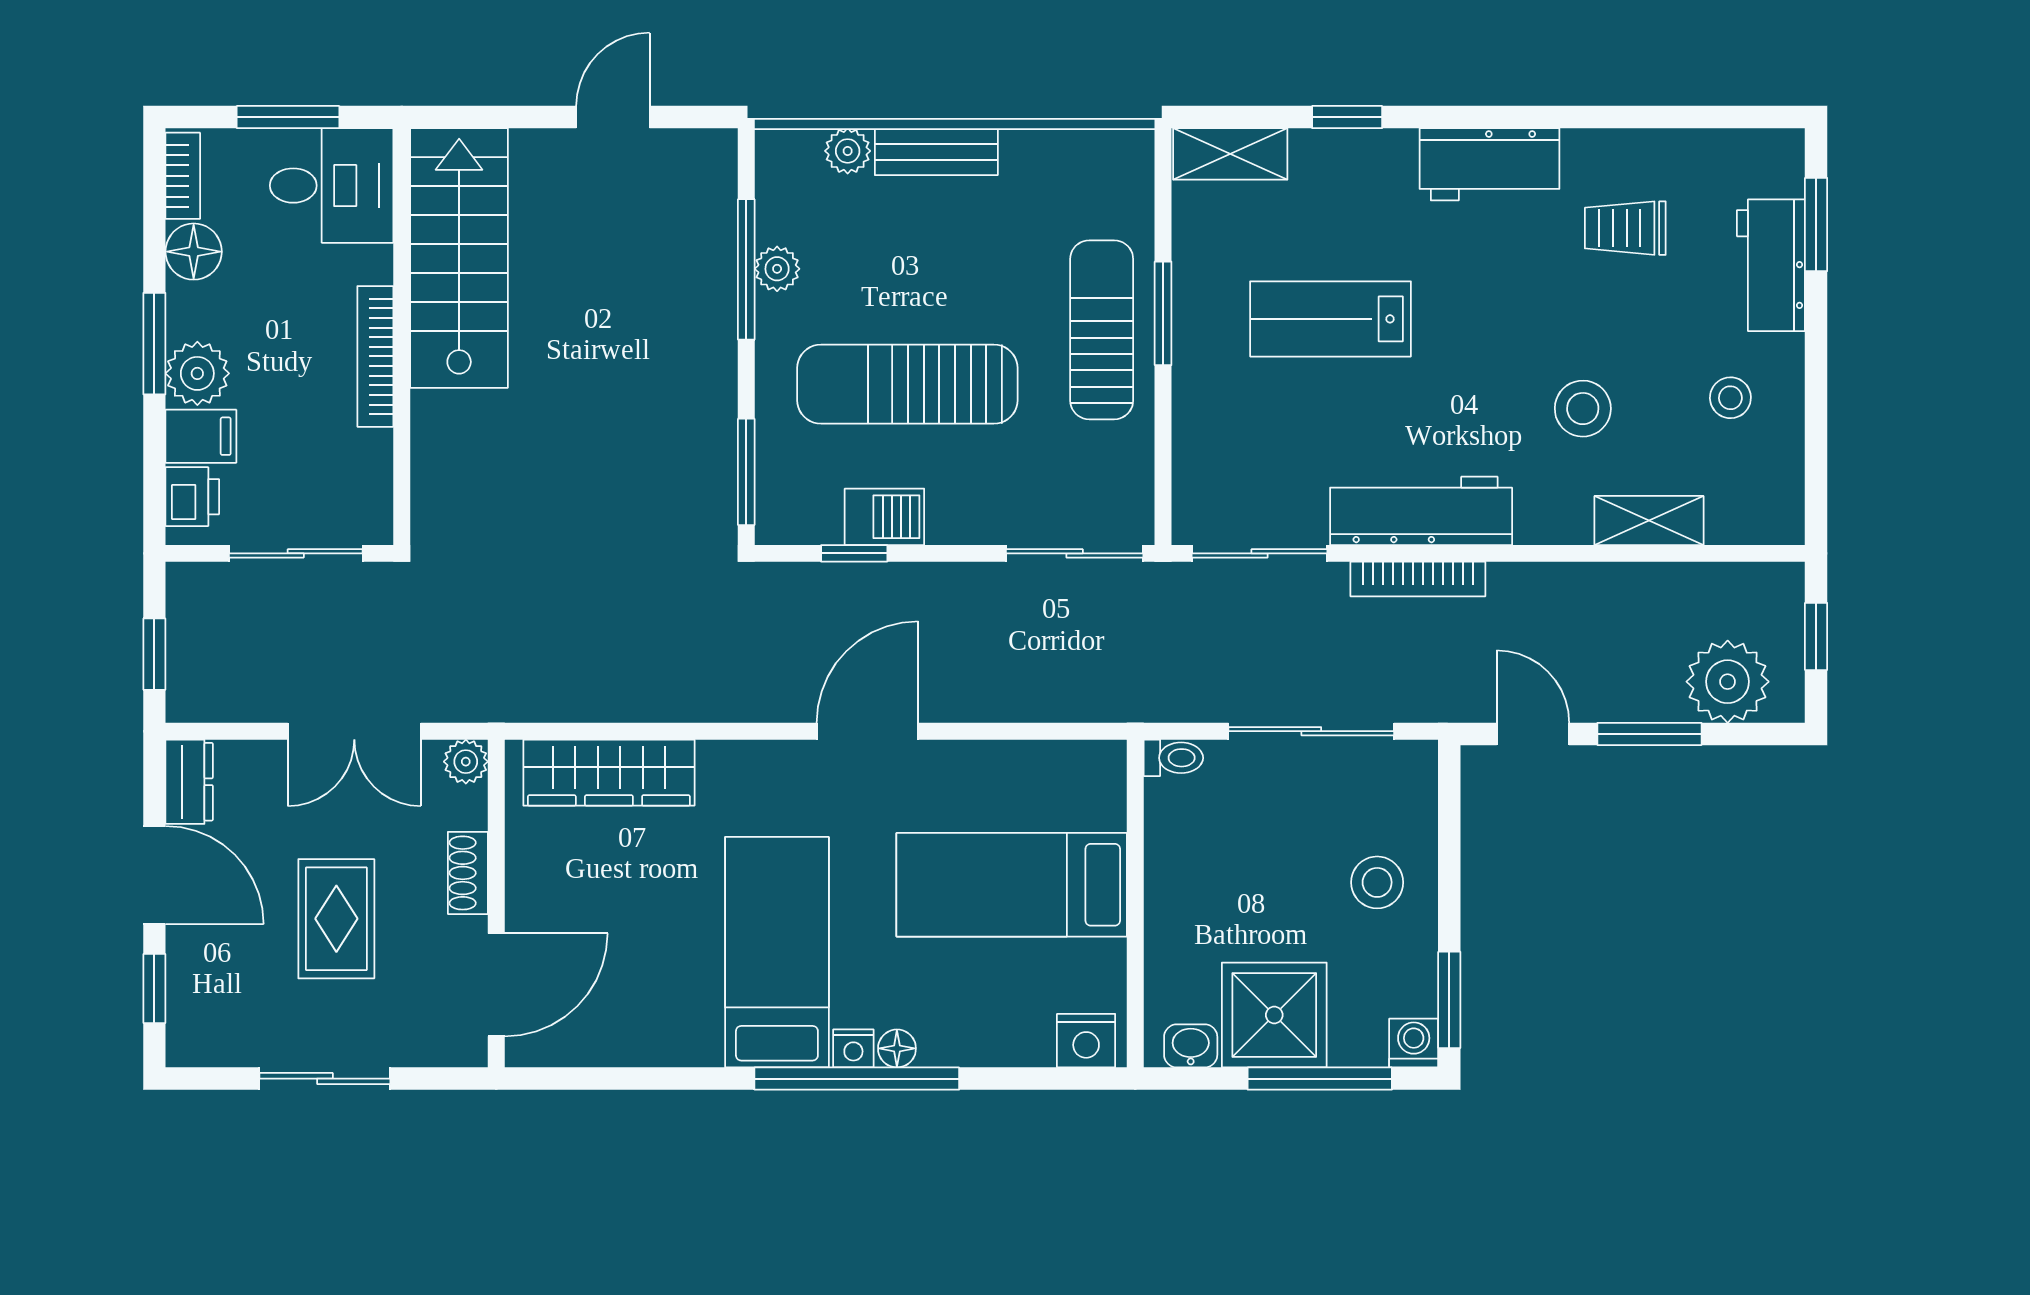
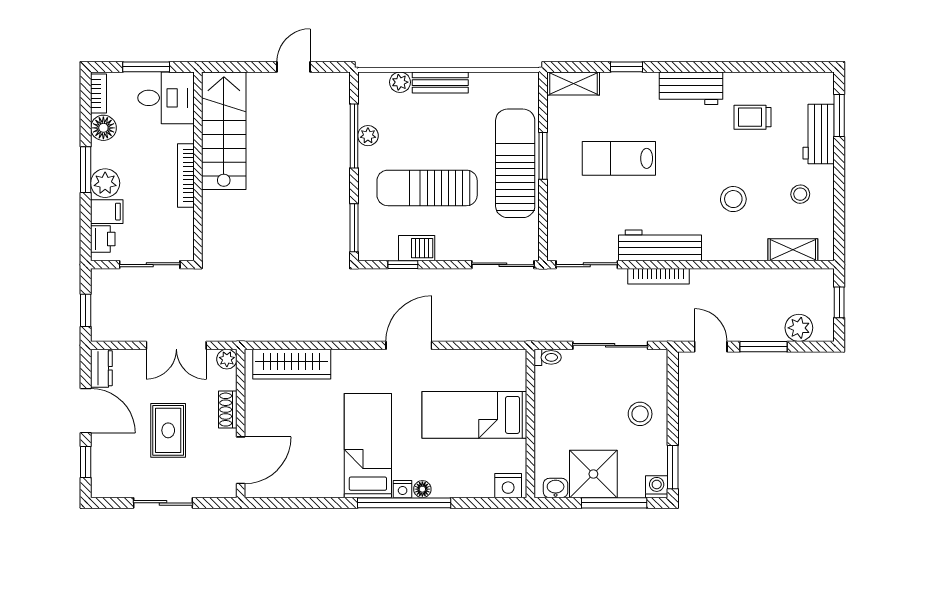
sun lounger: (1102, 330) -> (515, 163), width x1.36, depth x1.34
shelving: (1649, 520) -> (793, 250), moved
plant: (1728, 682) -> (799, 328), width x0.73, depth x0.73

